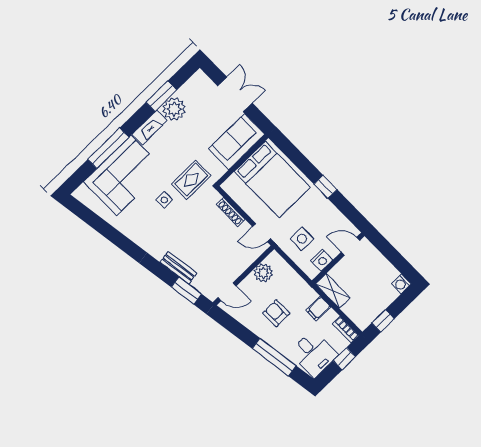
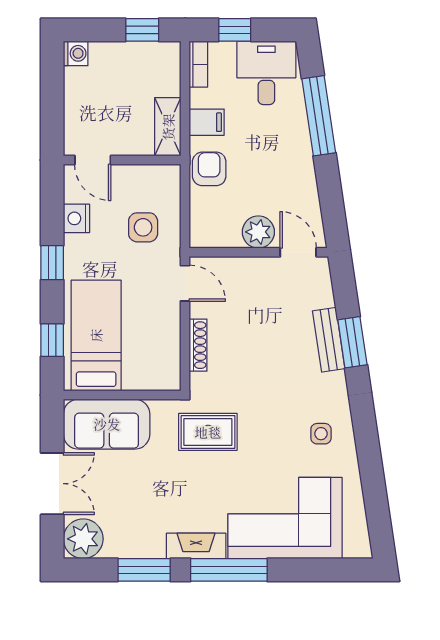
double door: (235, 94) -> (52, 484), swing flipped
plant: (174, 109) -> (83, 539), moved
window: (108, 148) -> (229, 570), moved
window: (294, 154) -> (52, 340), added
bed: (272, 179) -> (96, 335), width x0.67
side table: (164, 200) -> (321, 434), moved
nightstand: (322, 260) -> (76, 218), moved, turned -90
plant: (263, 273) -> (258, 232), moved
window: (186, 291) -> (352, 342), moved
armchair: (276, 313) -> (209, 169), moved, turned 180

